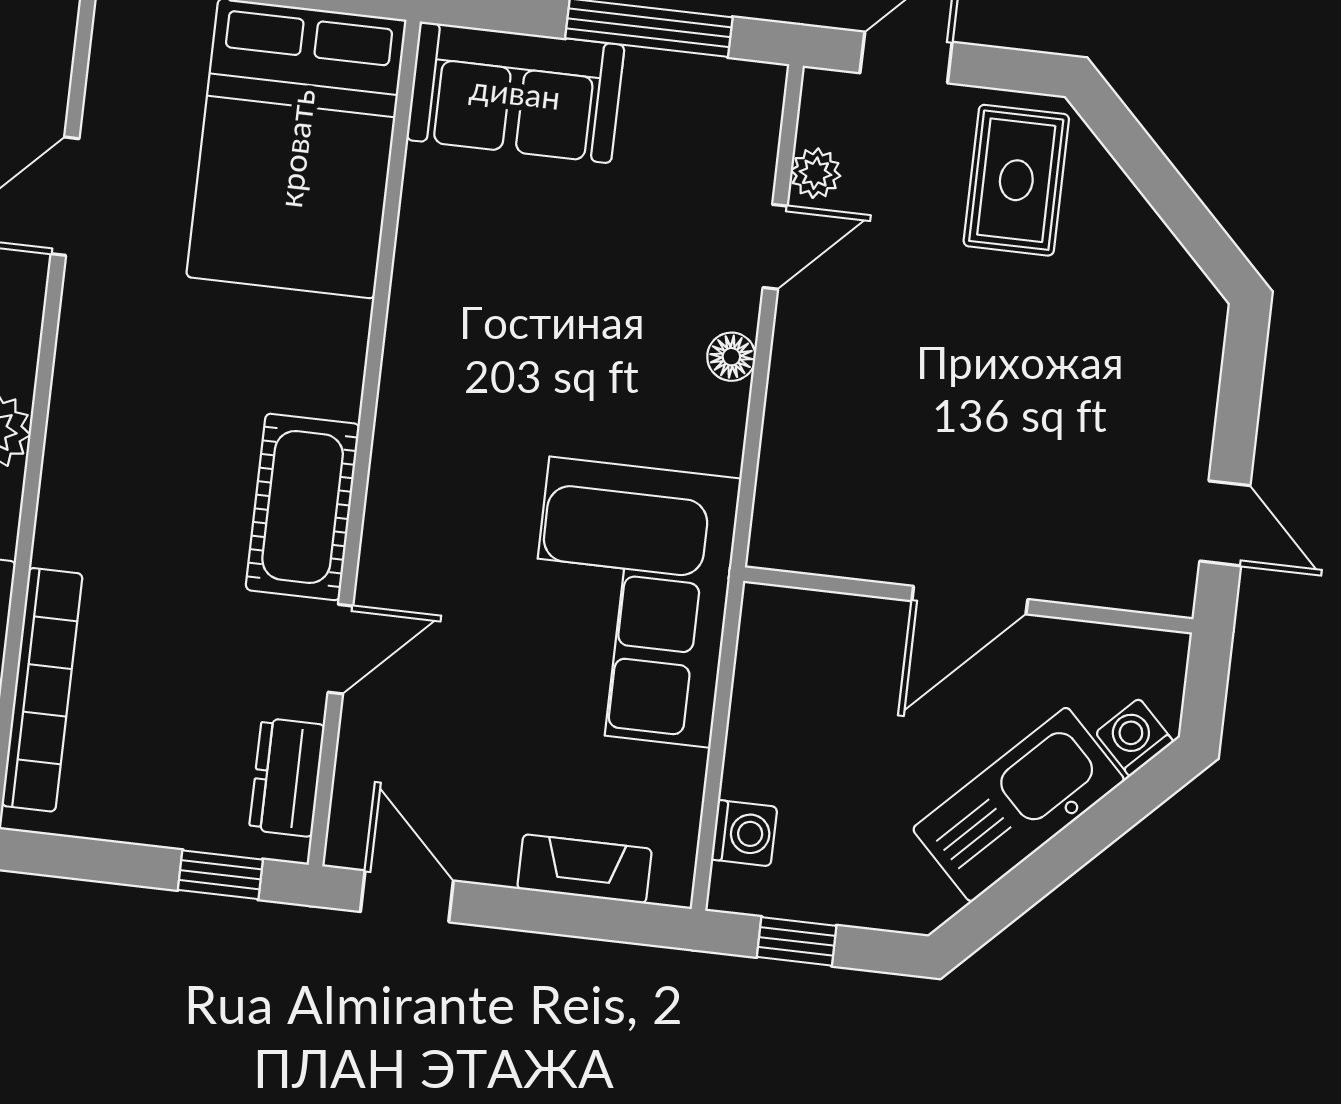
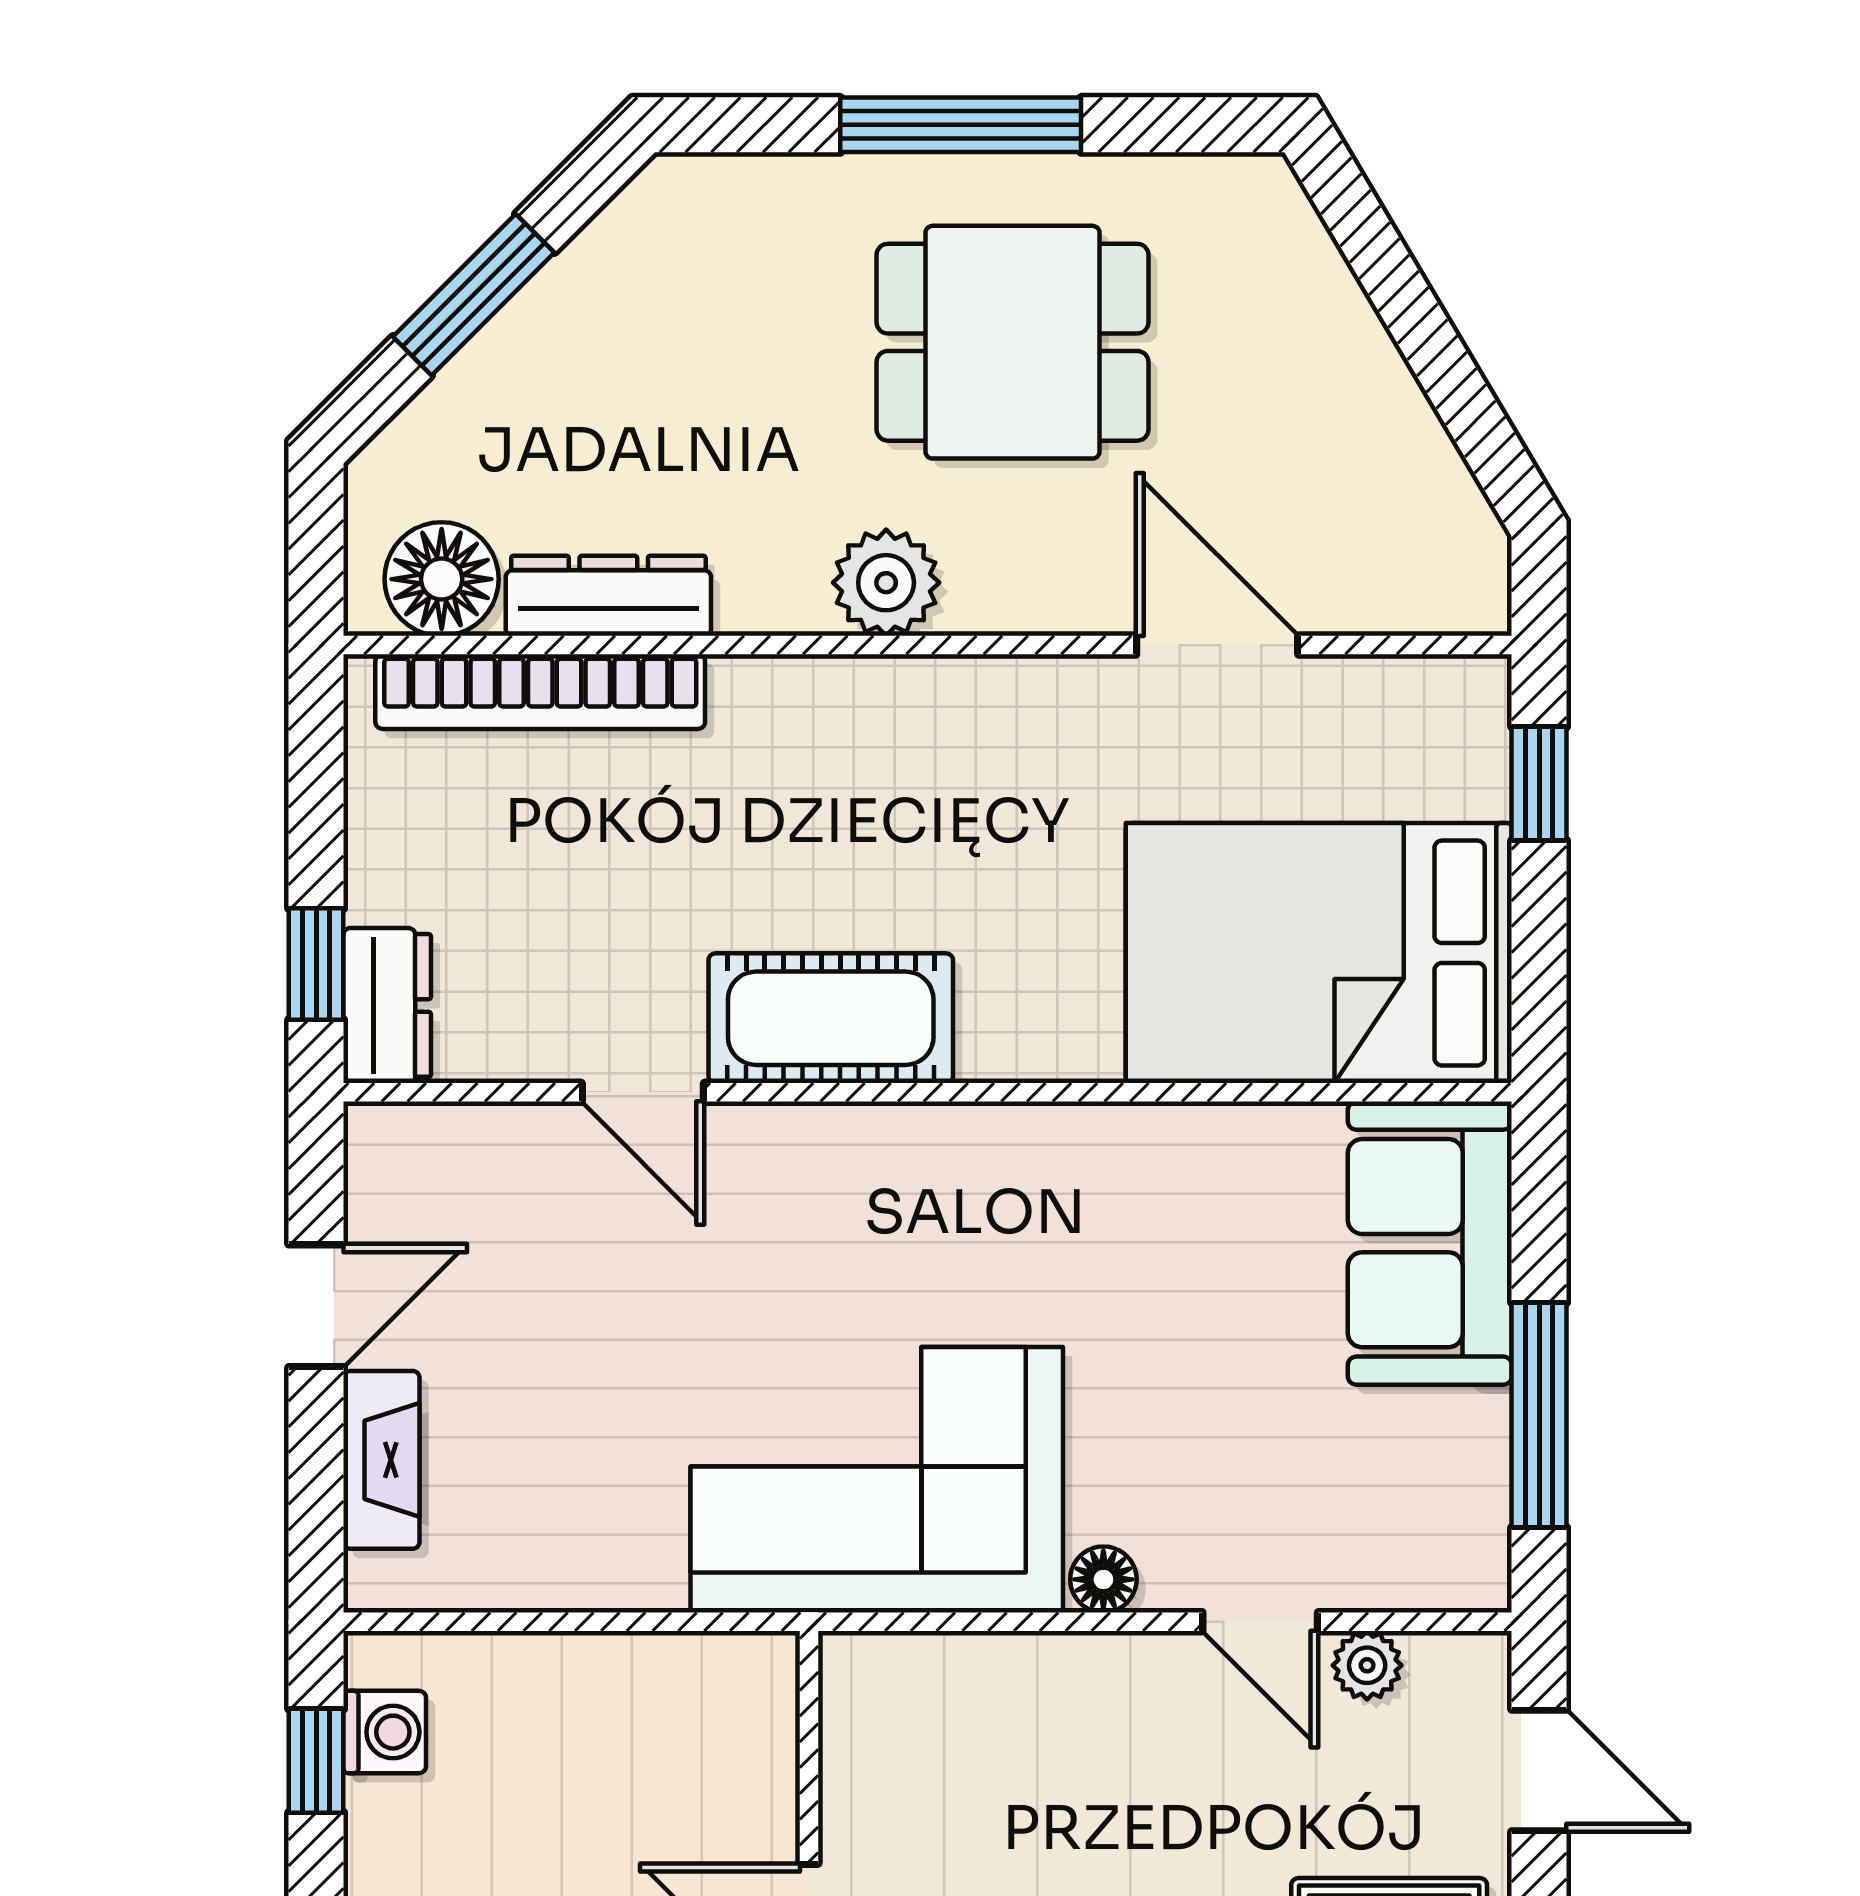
corner sofa: (630, 602) -> (877, 1480), moved
dresser: (287, 777) -> (387, 1005), moved, turned 90
washing machine: (744, 833) -> (385, 1732), moved, turned -90
door: (407, 896) -> (316, 1306), moved

